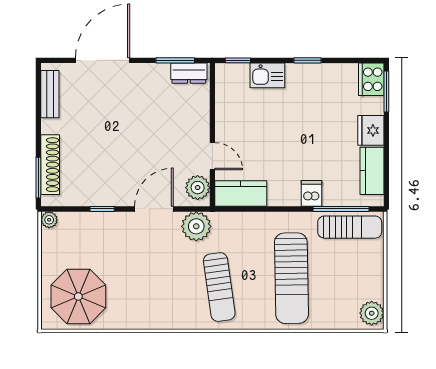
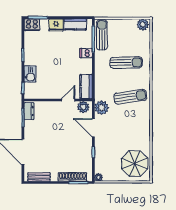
sun lounger: (291, 278) -> (126, 63), width x0.73, depth x0.75

